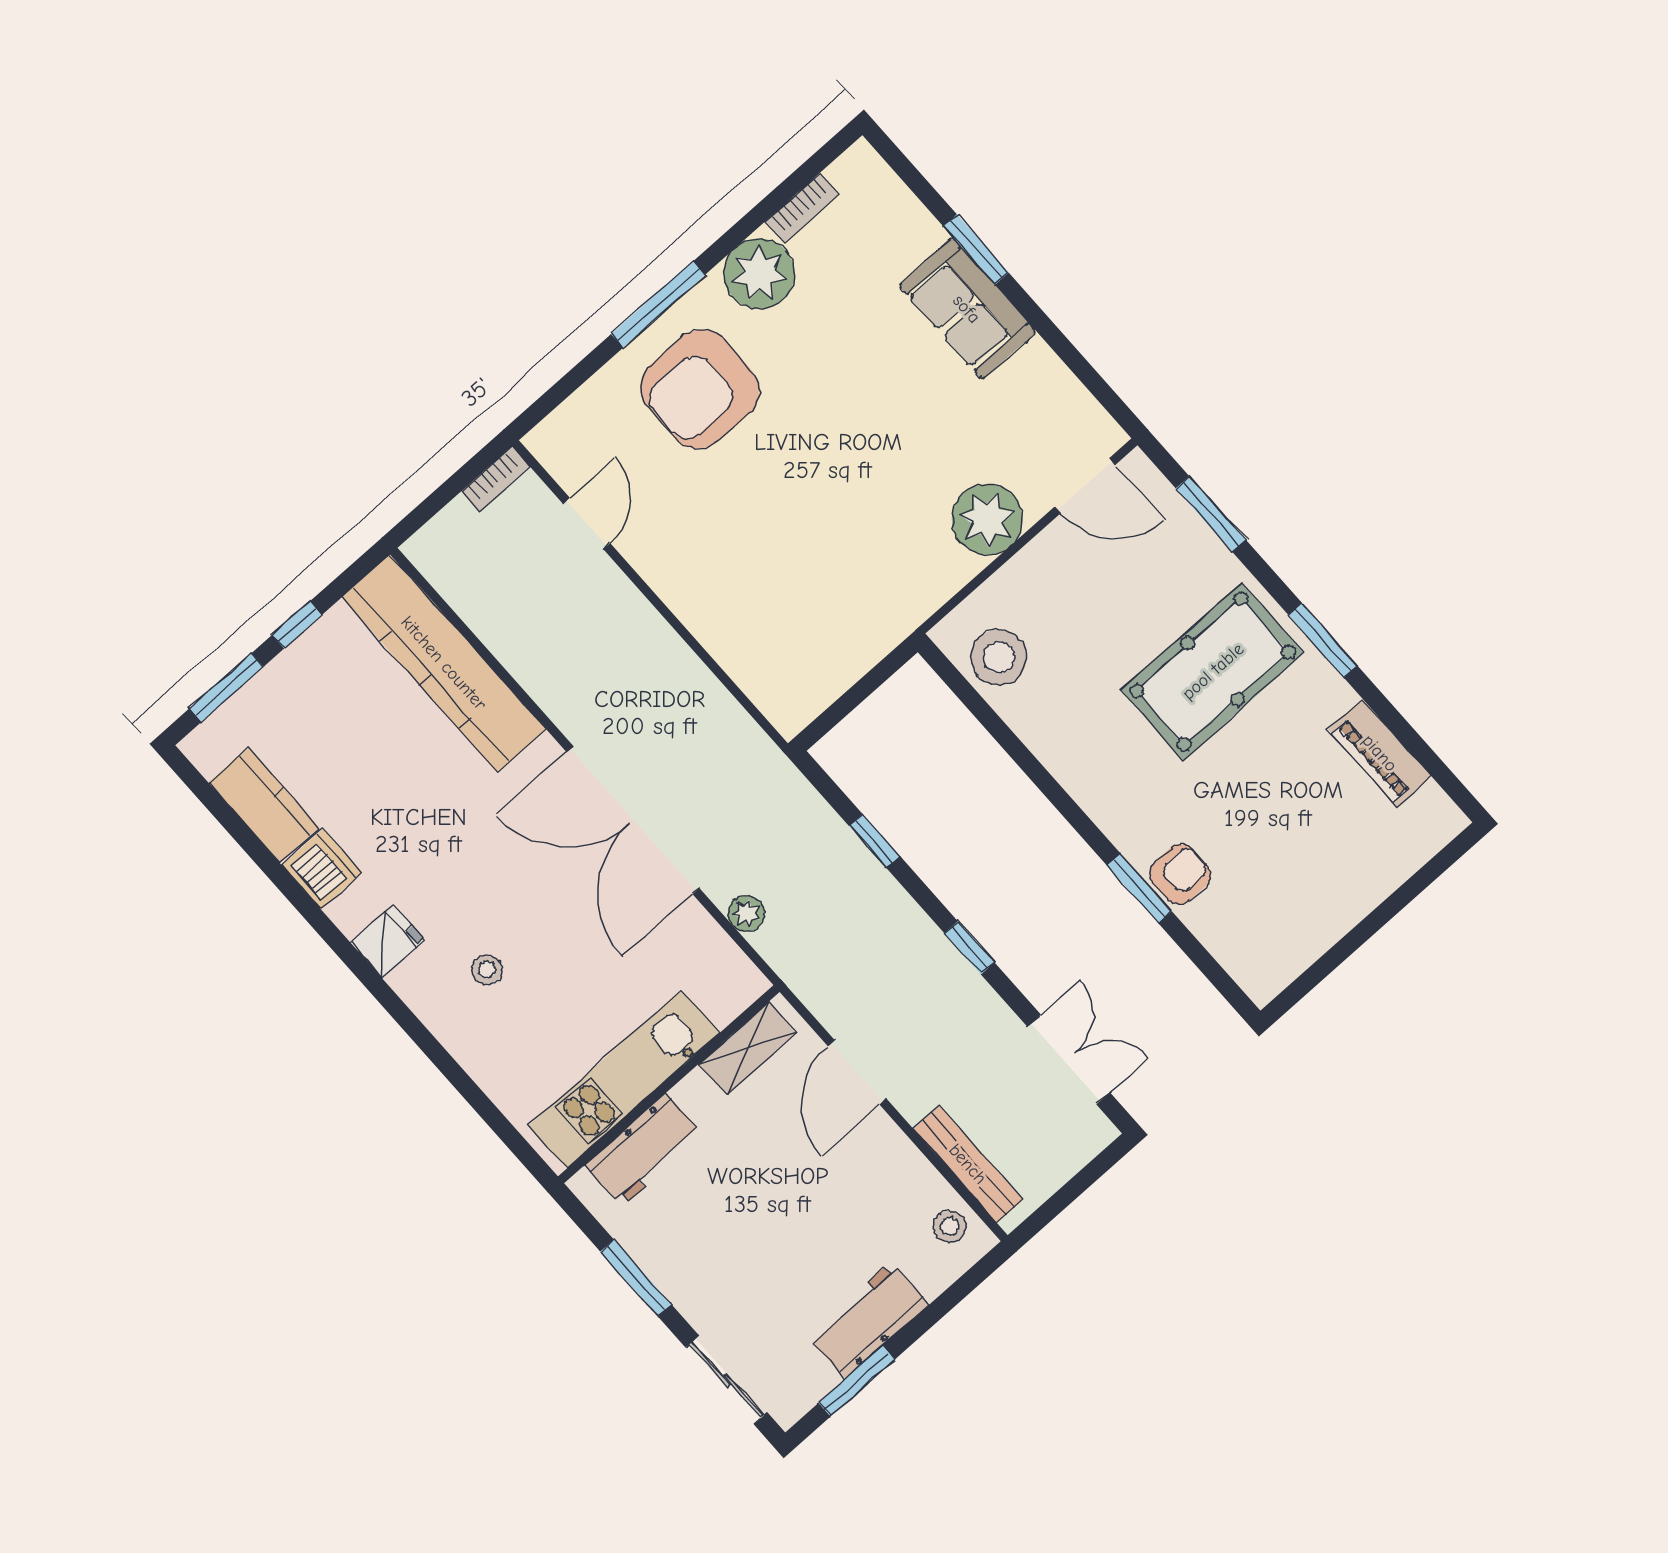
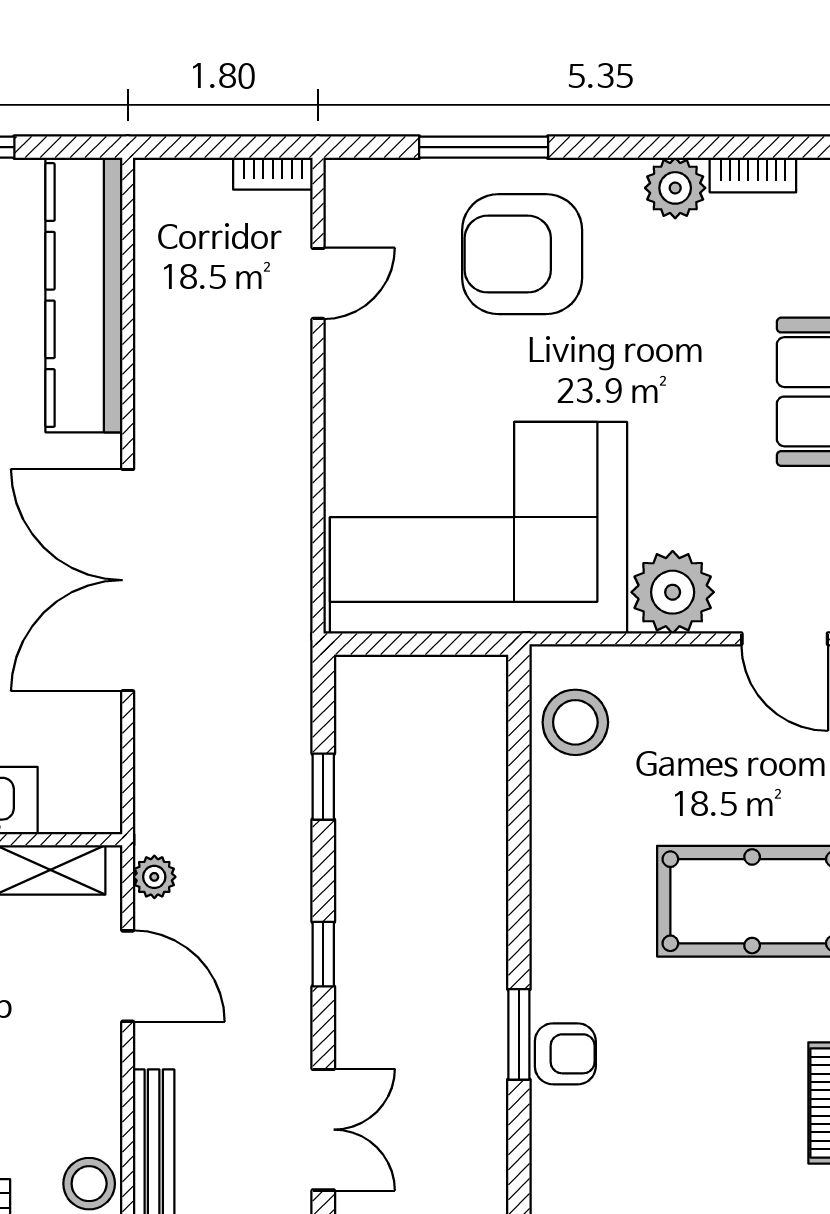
plant: (759, 274) -> (675, 188), width x0.73, depth x0.73
window: (658, 304) -> (484, 147), moved
corner sofa: (827, 588) -> (479, 528), added
plant: (746, 914) -> (154, 877), moved
door: (857, 1072) -> (128, 976), swing flipped
stool: (950, 1226) -> (89, 1184), width x1.37, depth x1.37

